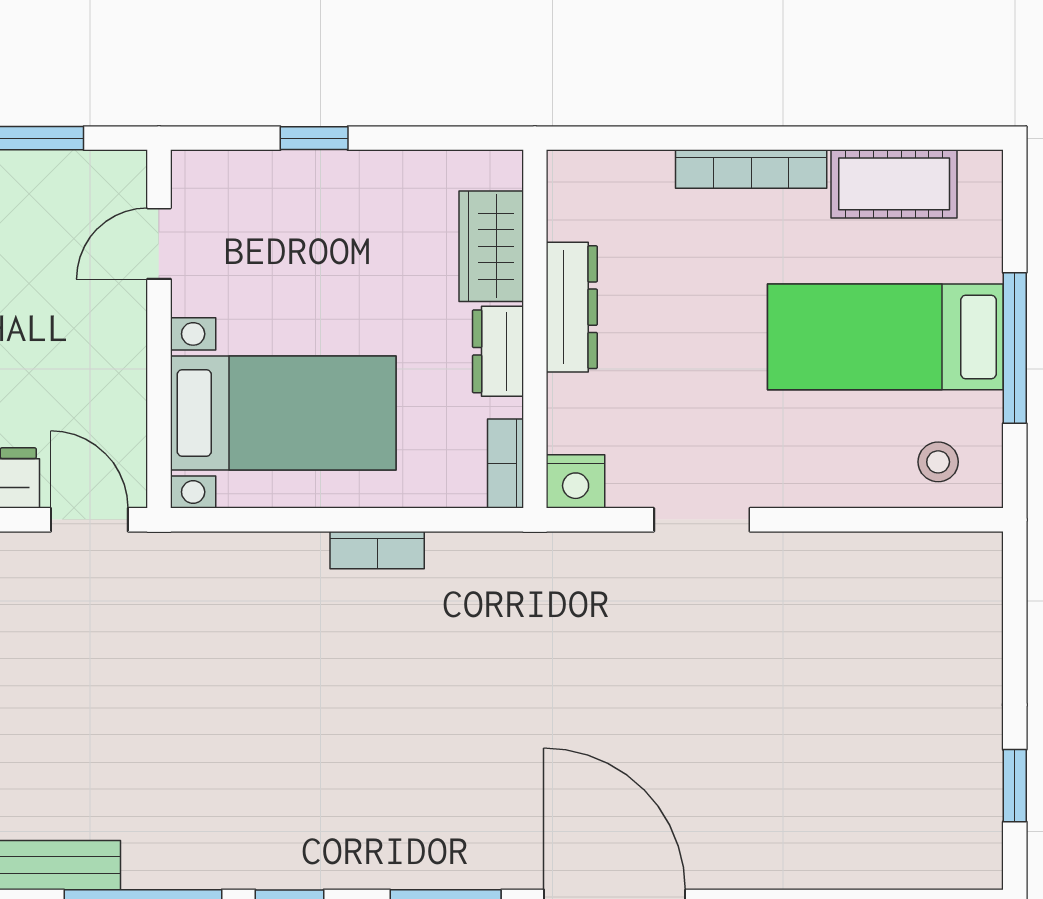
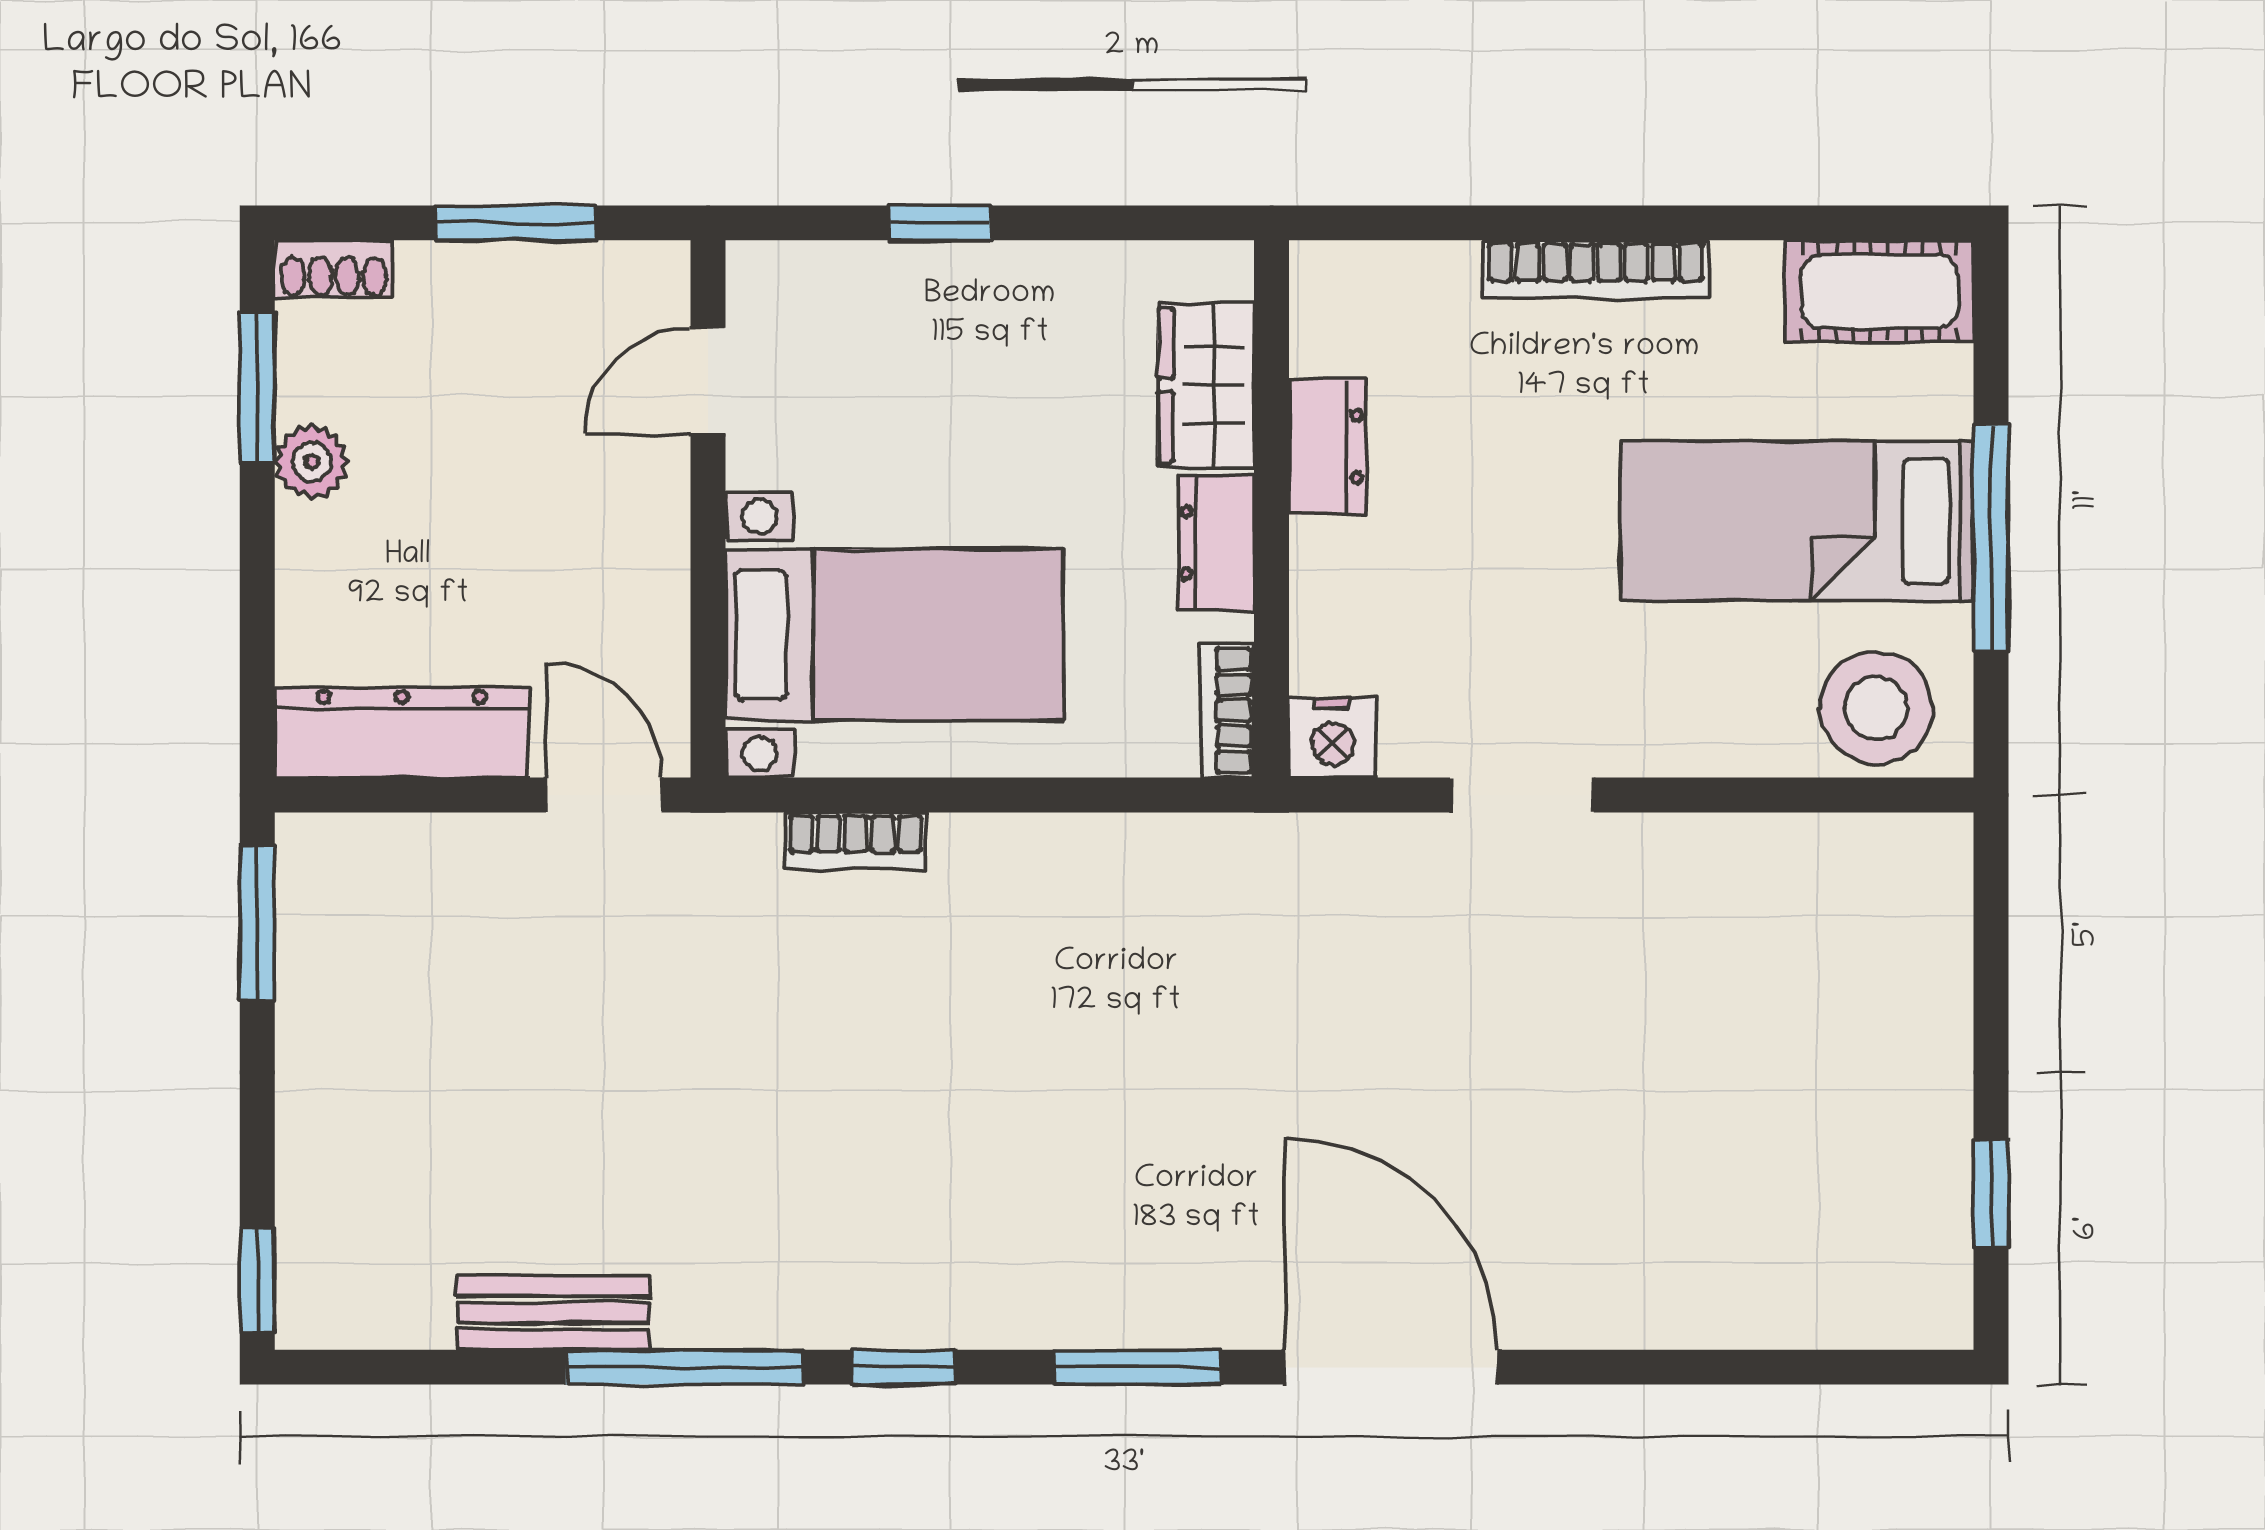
cot: (894, 184) -> (1879, 291), moved
dresser: (572, 307) -> (1327, 447), width x0.70
stool: (938, 462) -> (1876, 708), width x1.89, depth x1.89
bookcase: (377, 550) -> (856, 841), moved

